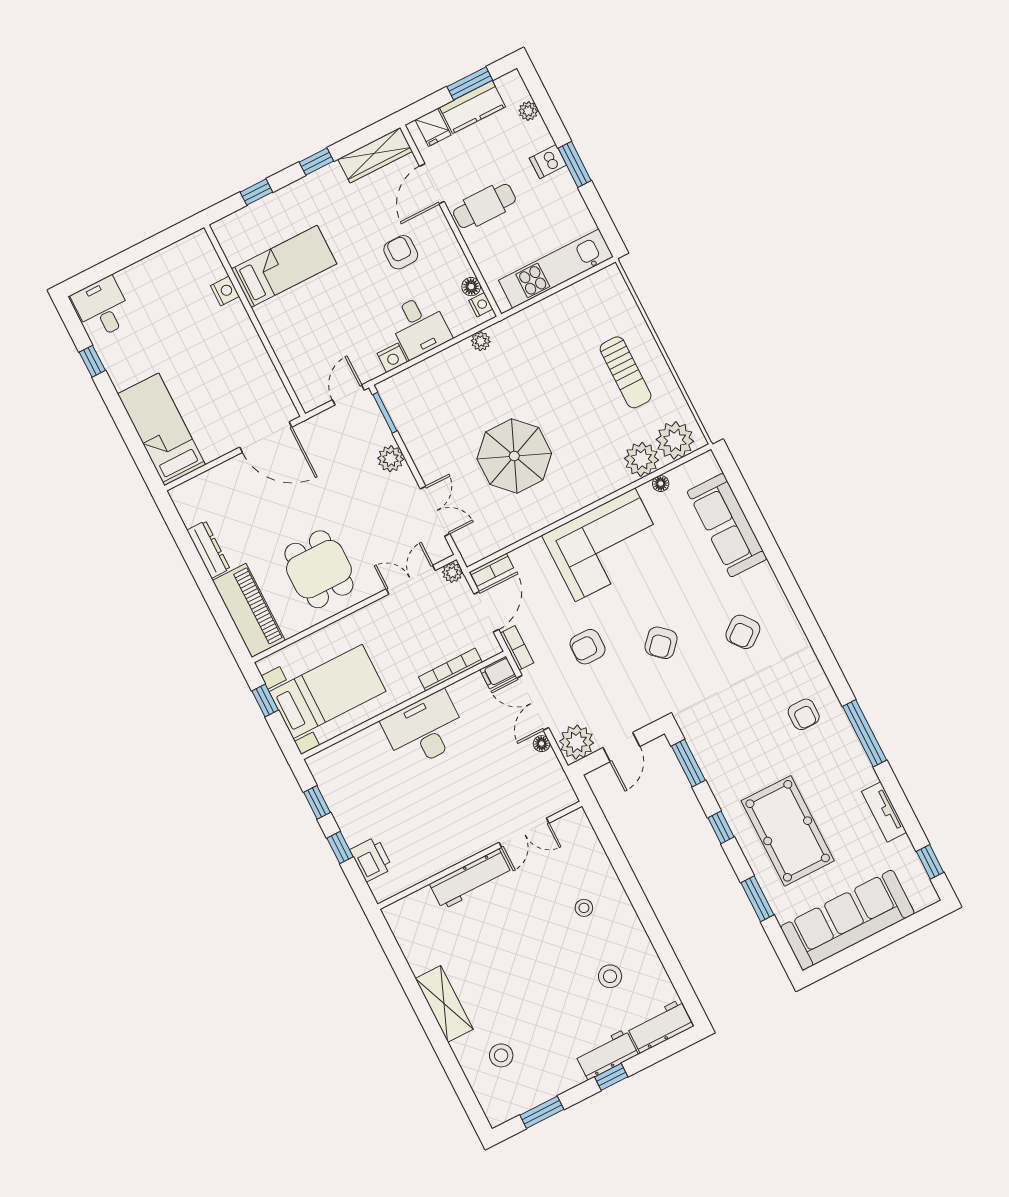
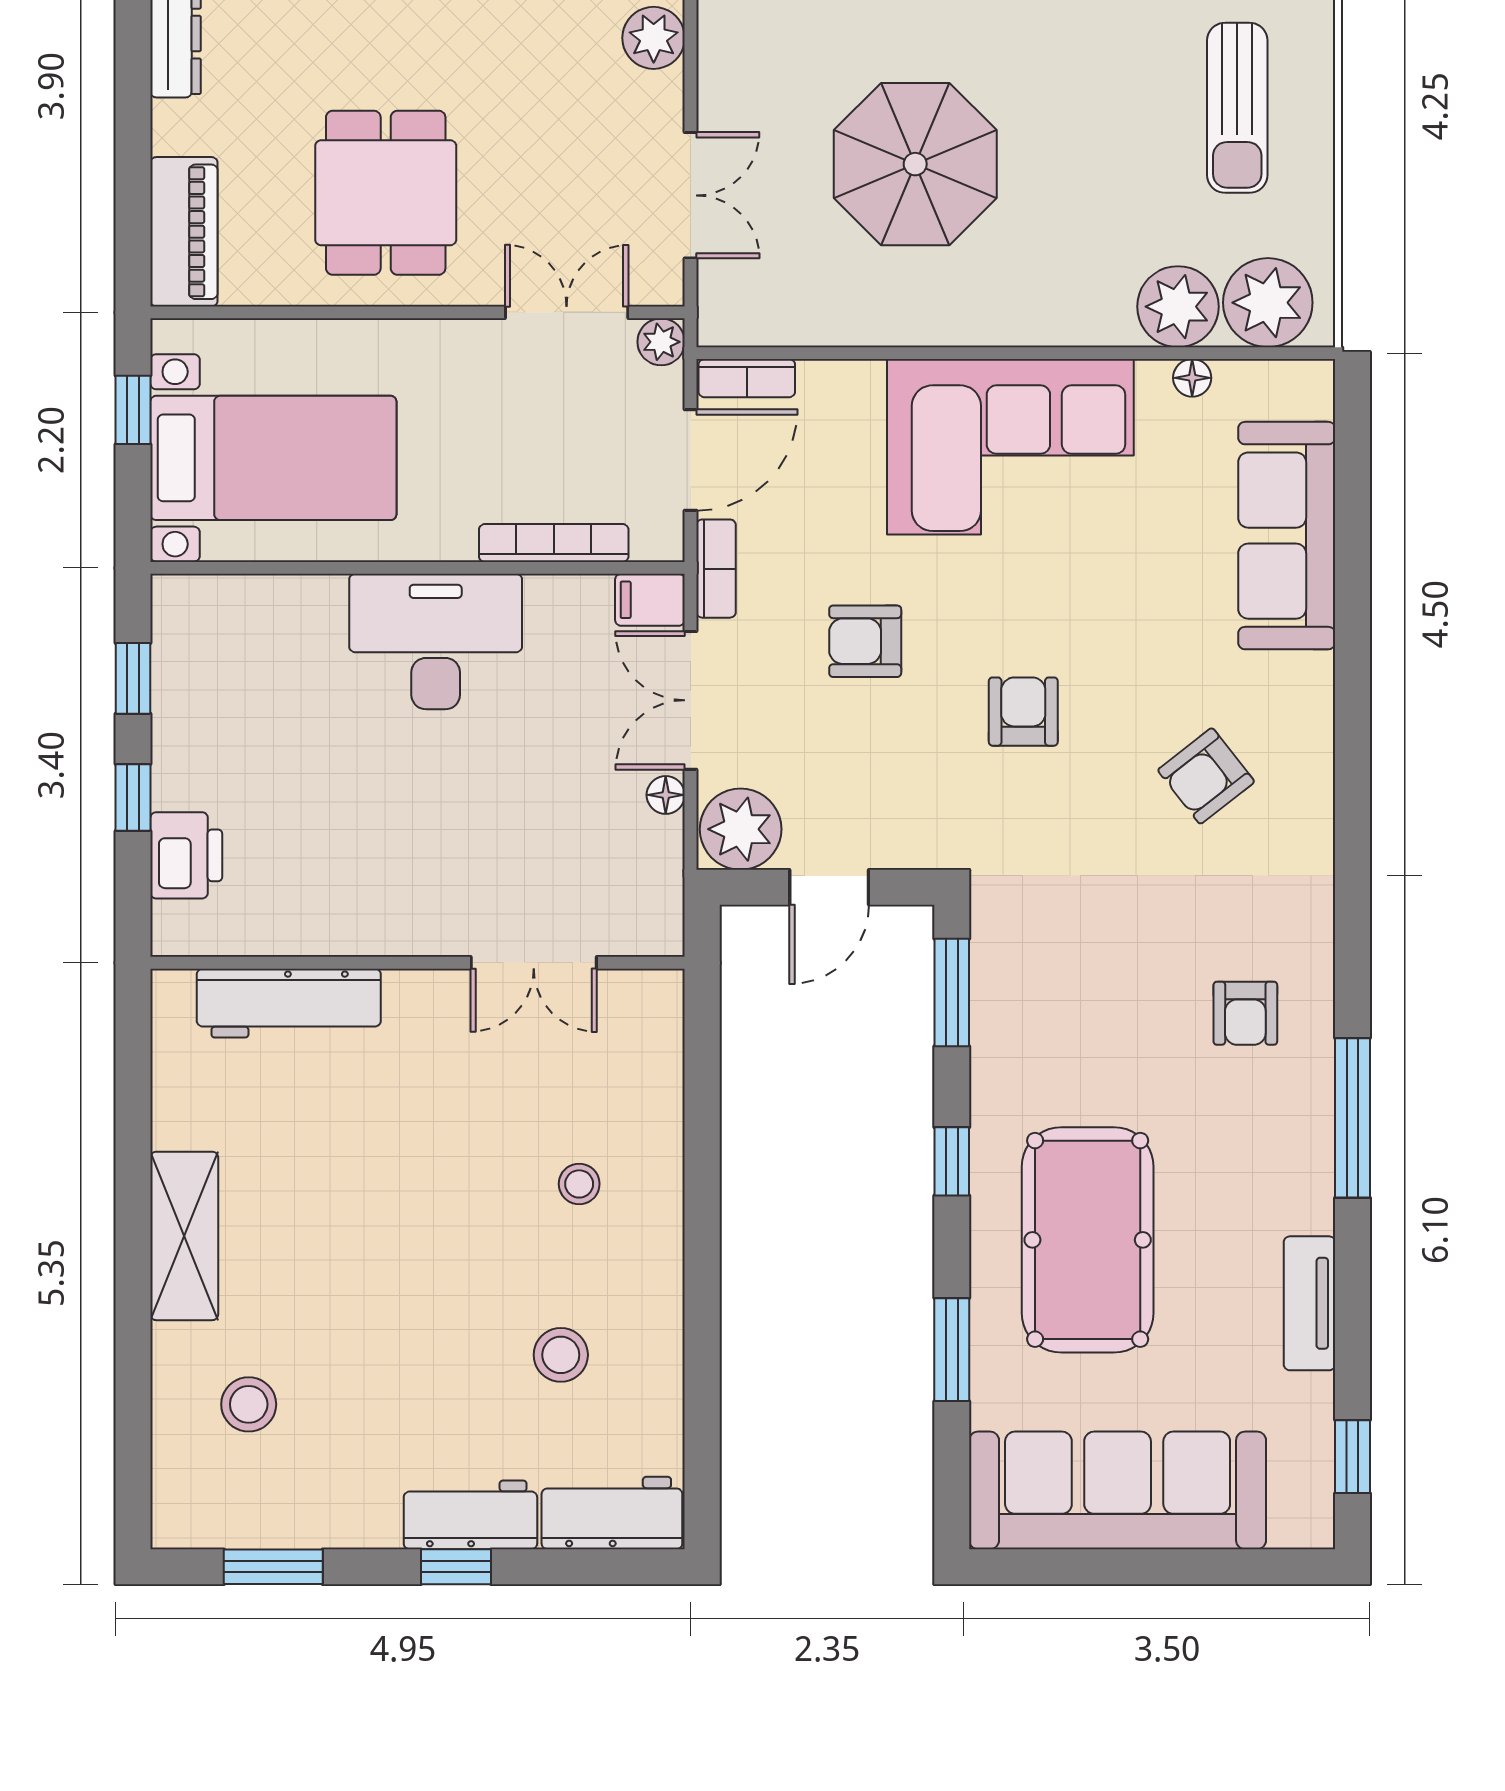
piano: (249, 611) -> (184, 232), width x0.73, depth x0.75
armchair: (661, 643) -> (1023, 712), turned 138
workbench: (471, 879) -> (289, 1003), moved

